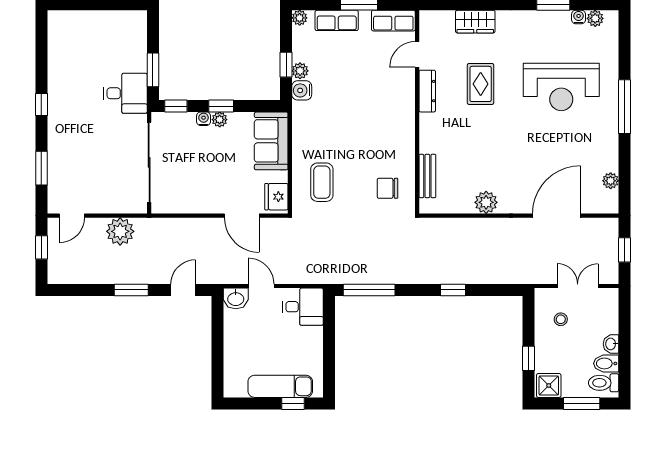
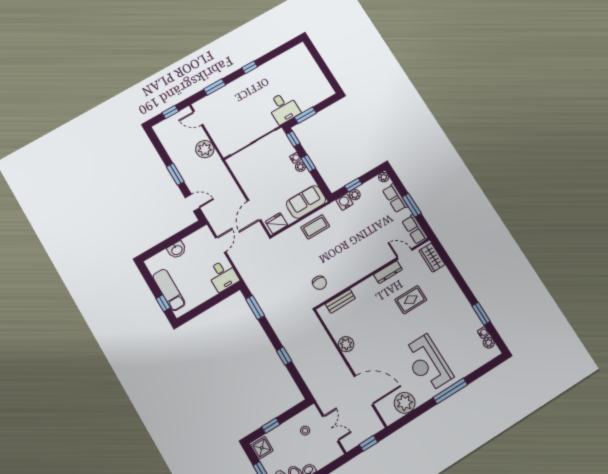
wardrobe: (475, 22) -> (432, 258), moved
reception desk: (561, 87) -> (427, 363), moved
plant: (611, 181) -> (405, 403), width x1.88, depth x1.88
coffee table: (322, 182) -> (315, 227), moved
chair: (388, 188) -> (319, 283), turned 180
window: (369, 290) -> (255, 307), width x0.69
washbasin: (236, 298) -> (177, 250), moved, turned -90

